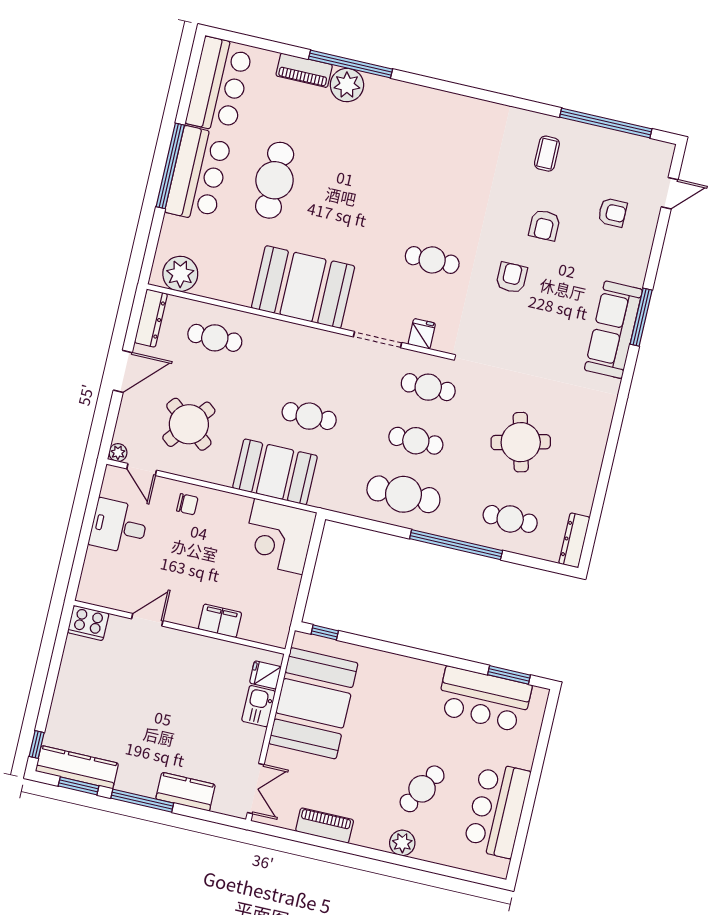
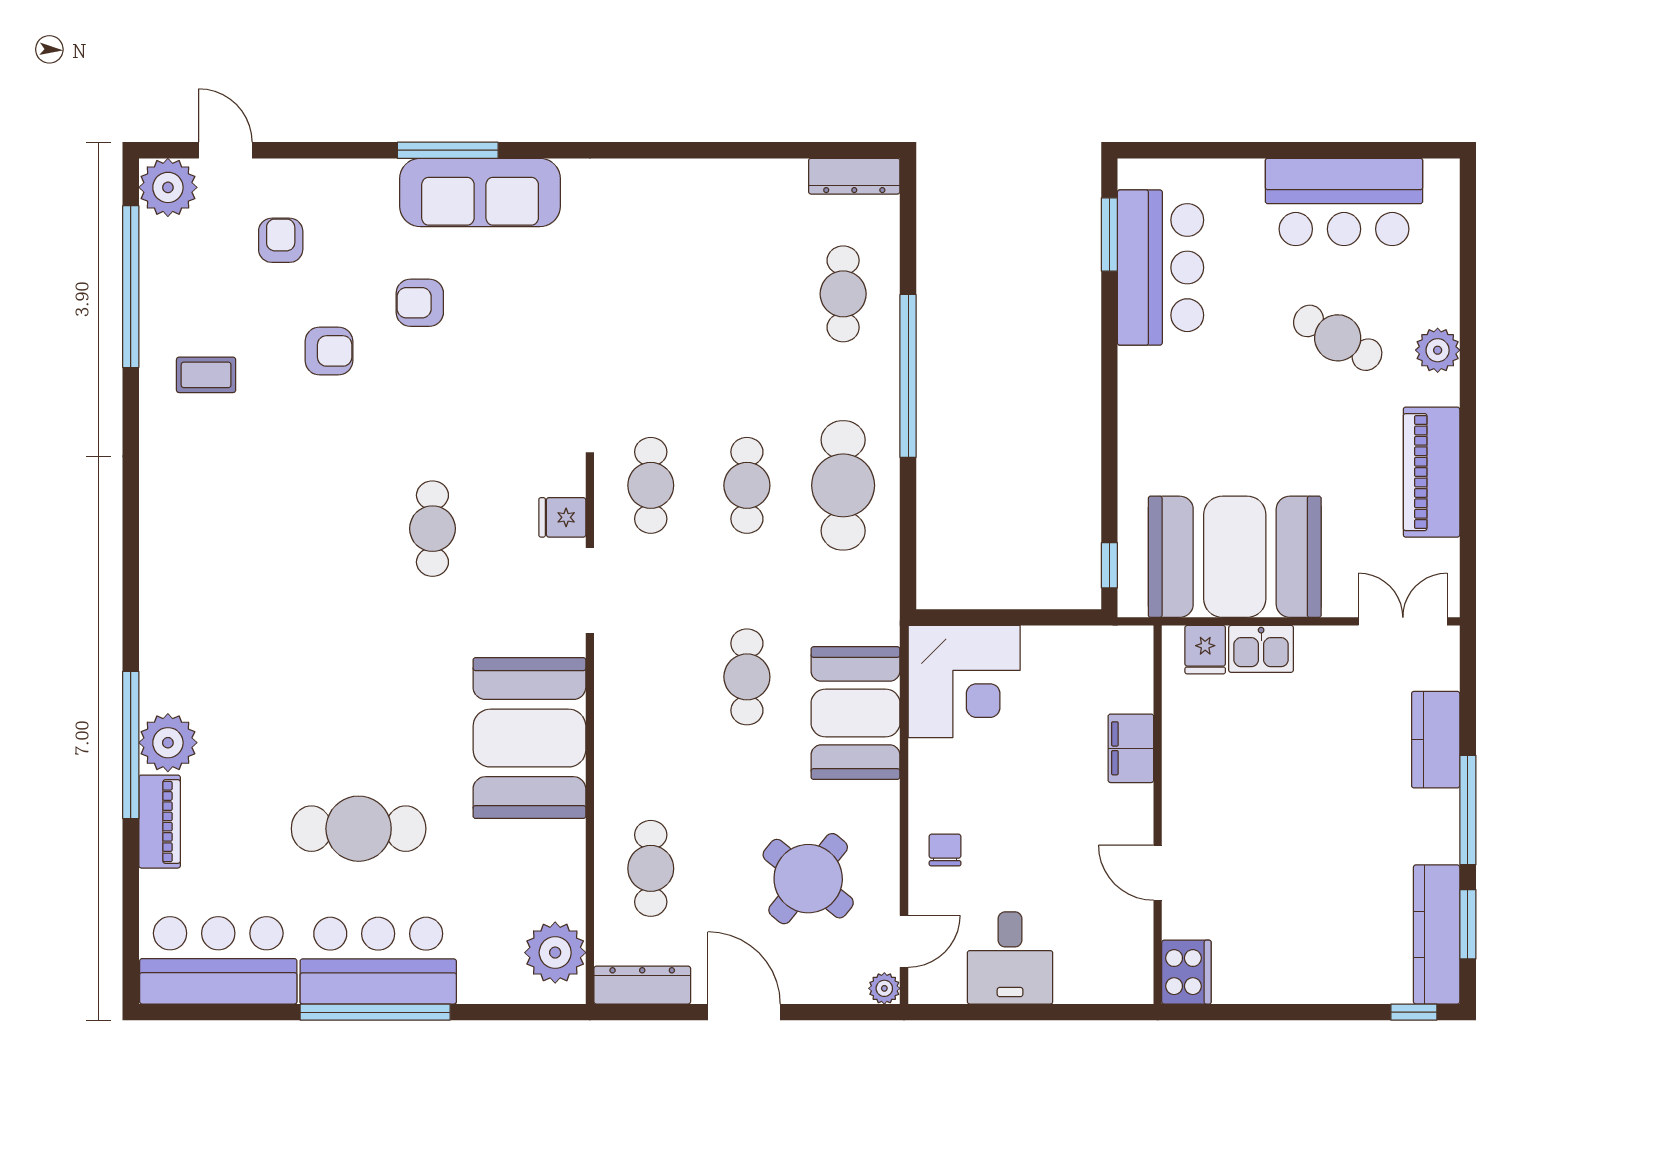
plant: (656, 156) -> (168, 187), added
armchair: (512, 278) -> (420, 303), moved
round table: (521, 442) -> (708, 306), removed
piano: (325, 825) -> (1432, 472), width x1.37, depth x1.33

